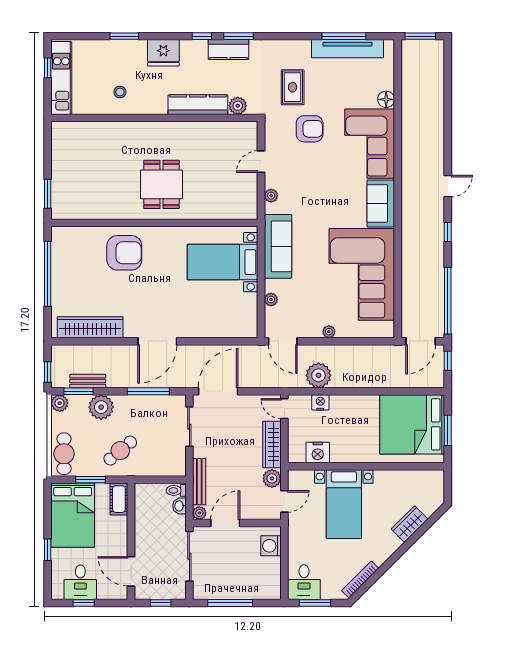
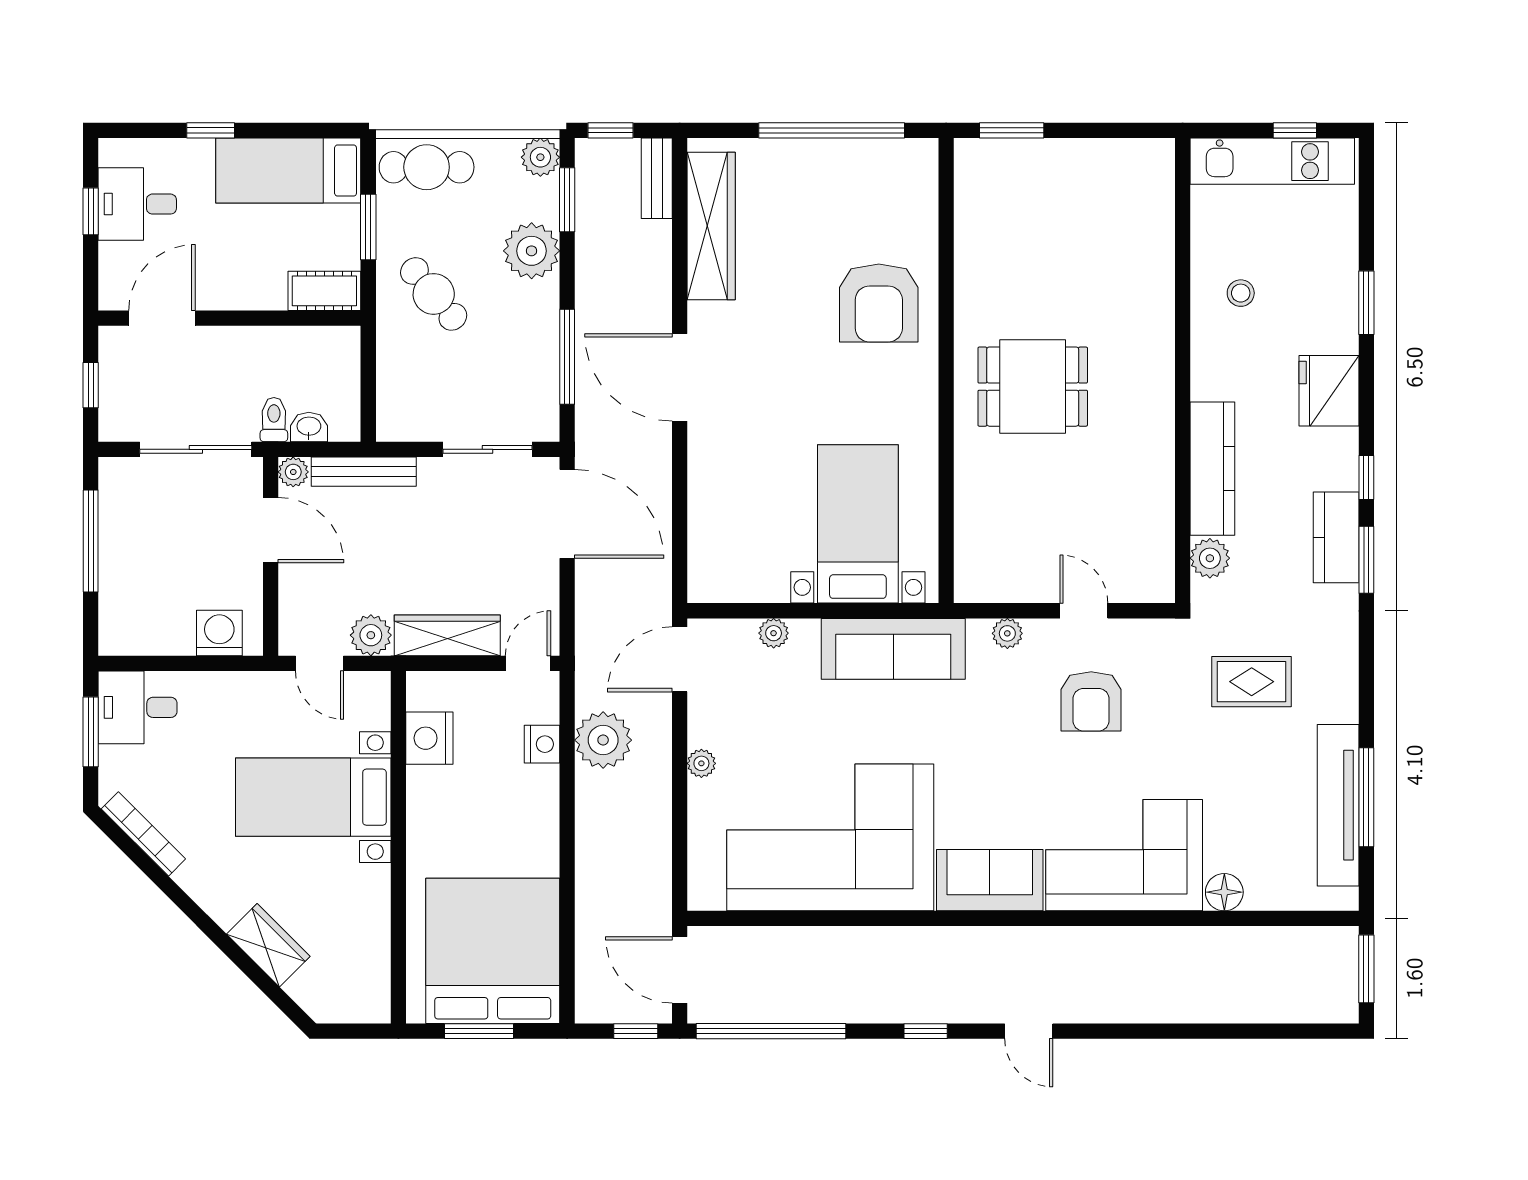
armchair: (310, 129) -> (1091, 701), moved
bench: (88, 381) -> (657, 178), moved
toilet: (176, 490) -> (274, 420), moved
bed: (73, 515) -> (288, 171), width x0.67

